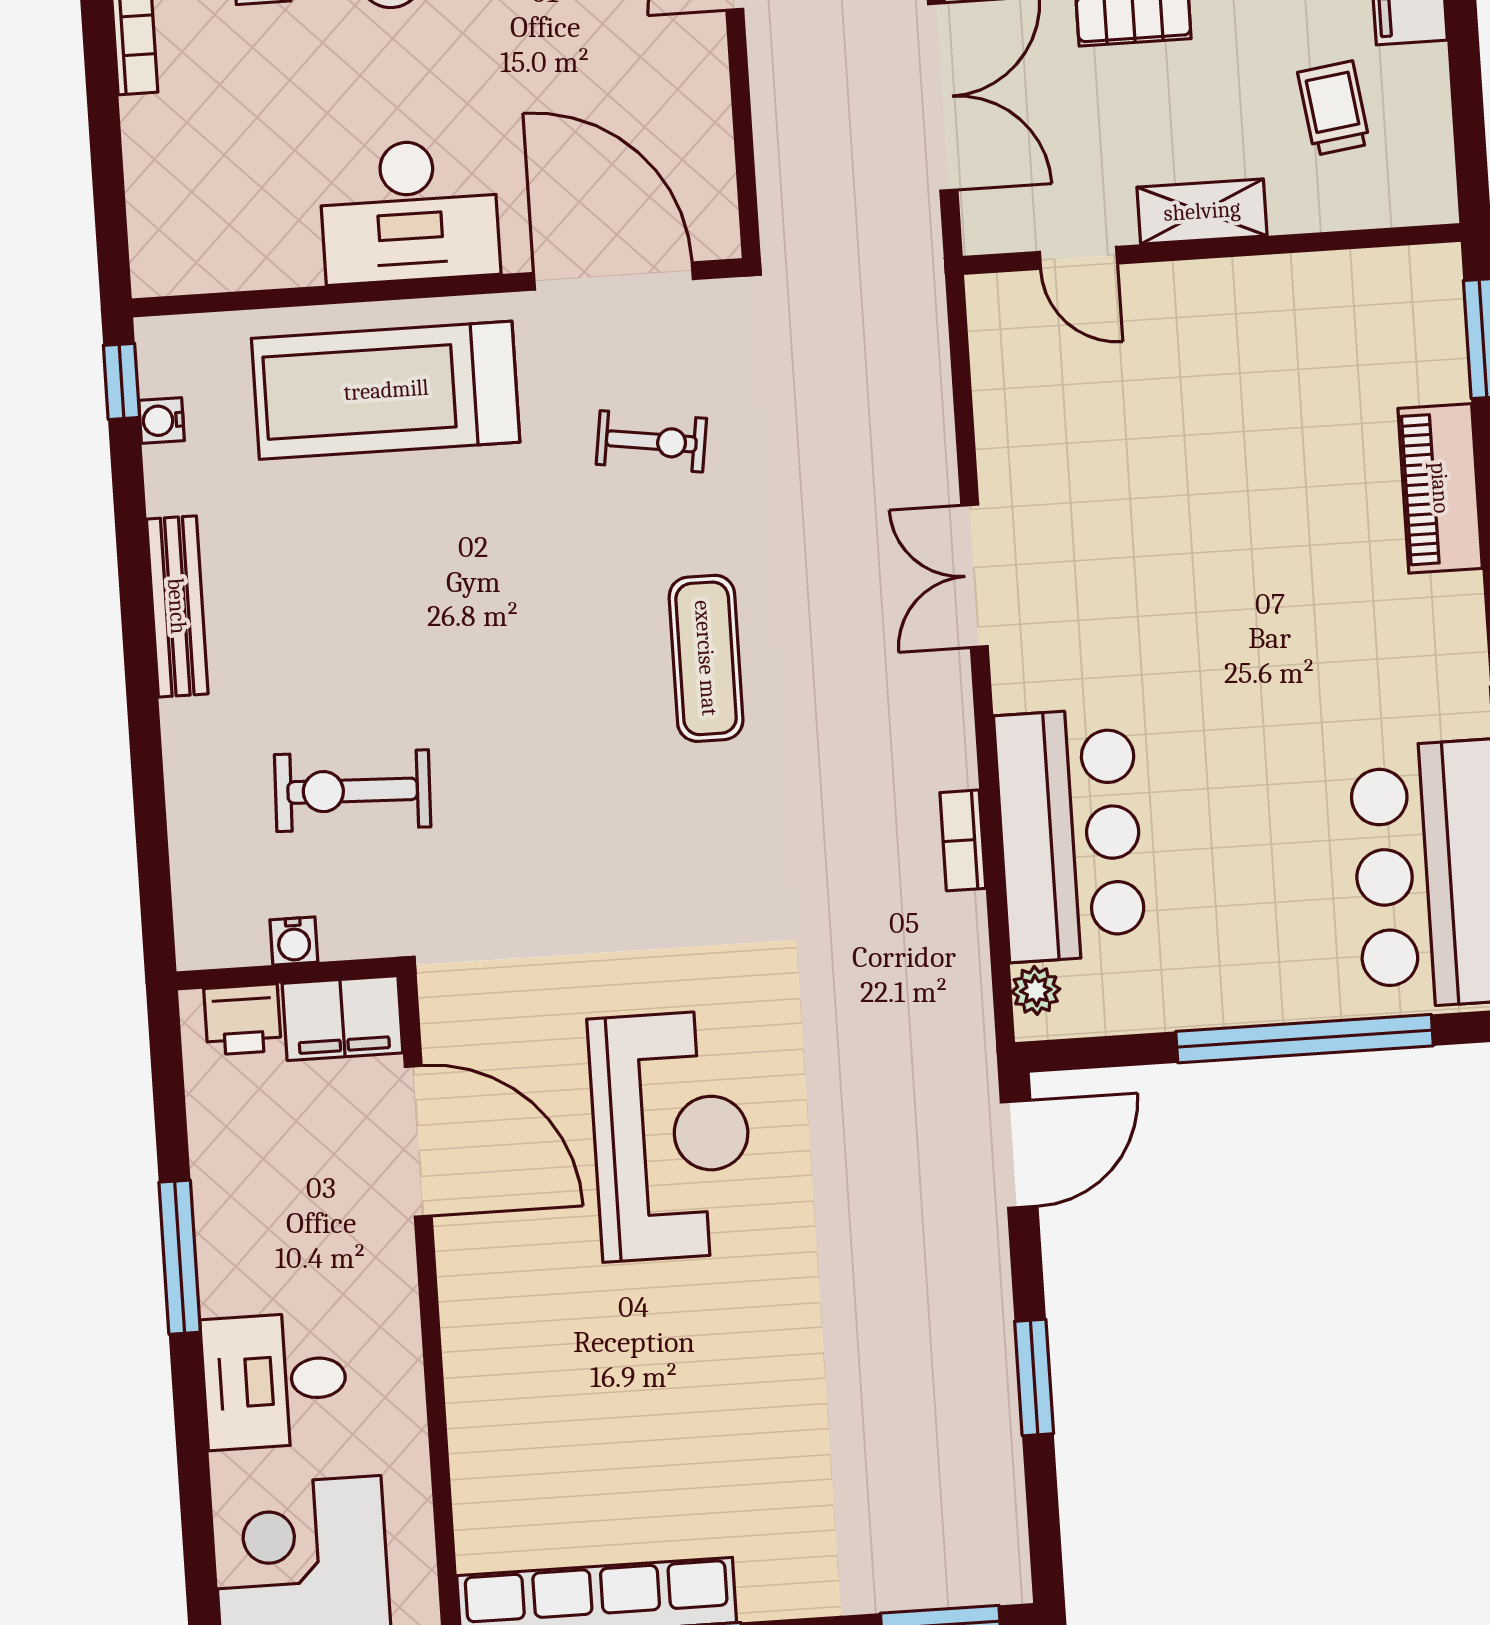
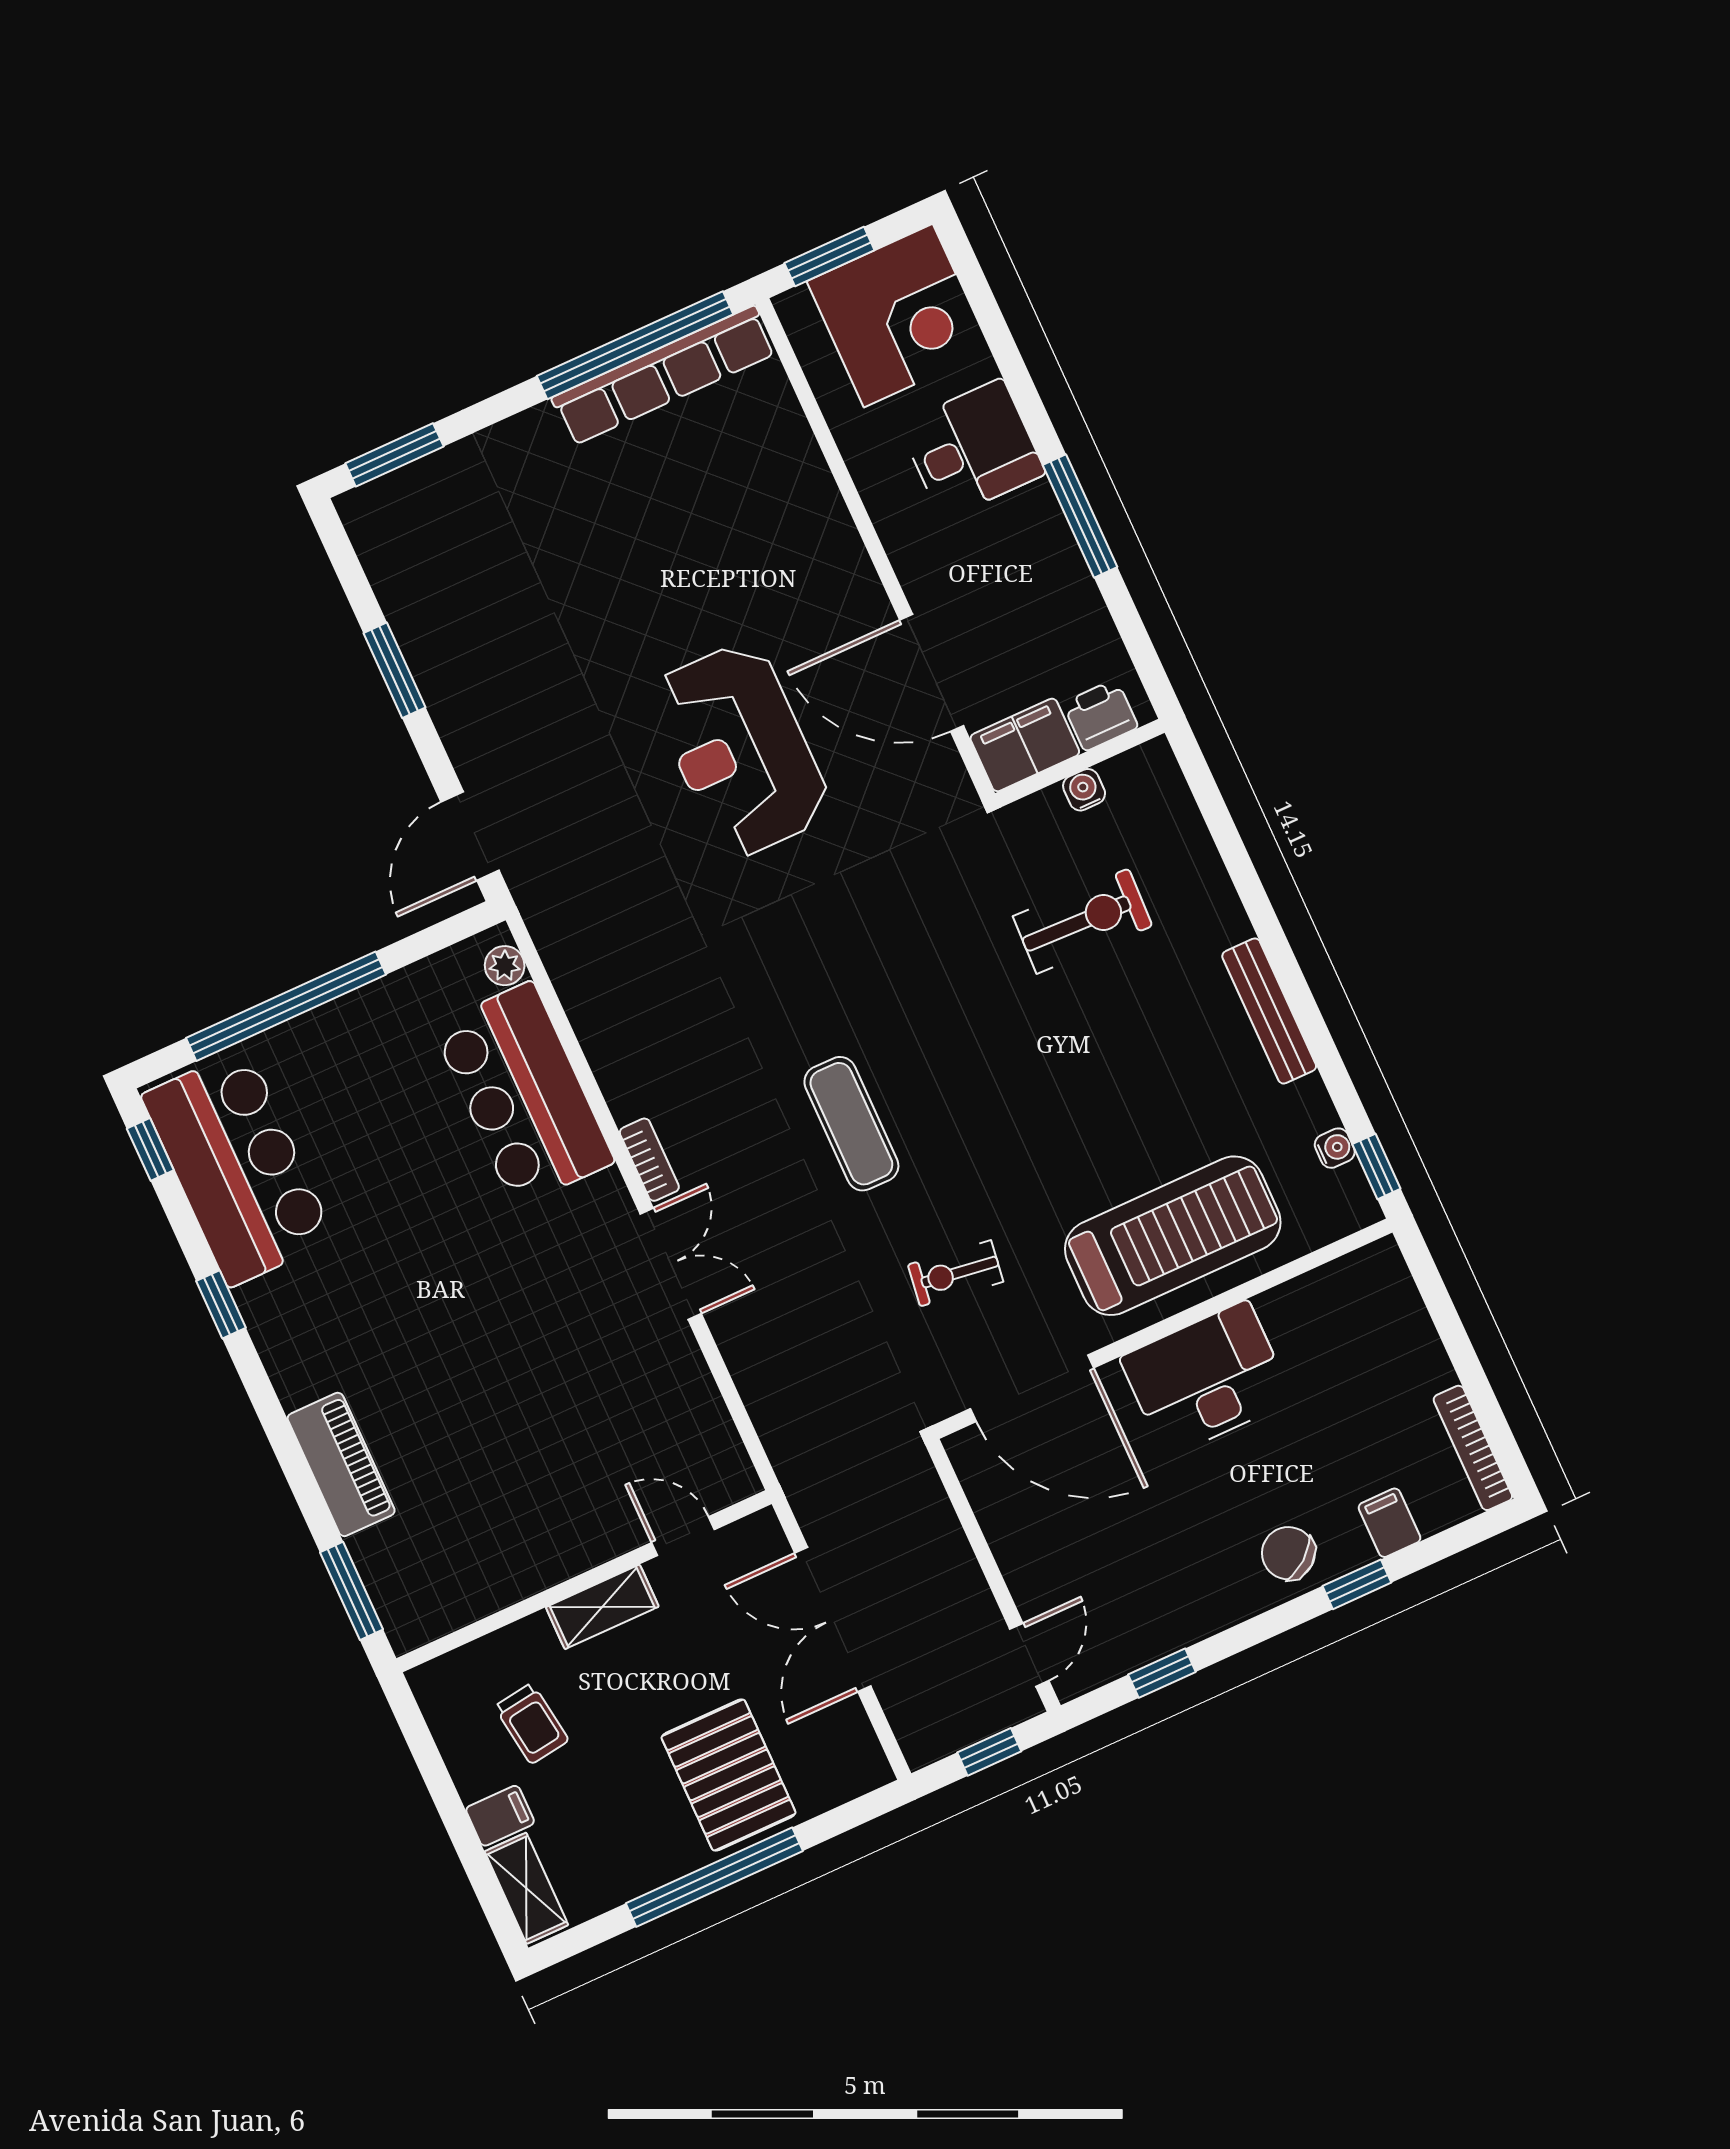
bookcase: (963, 840) -> (649, 1160), moved

